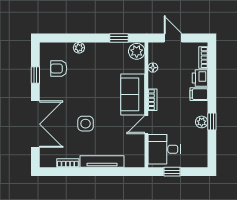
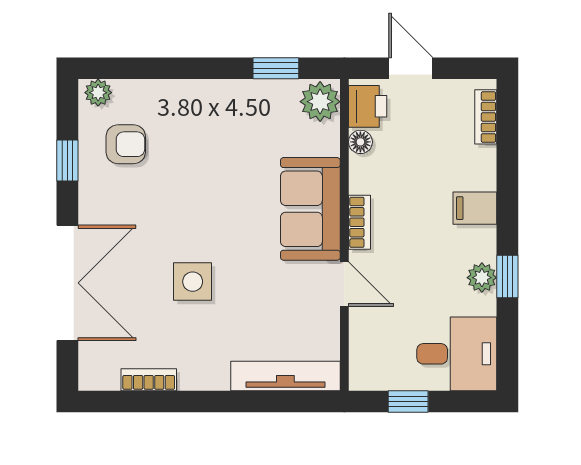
plant: (79, 48) -> (98, 93), moved
armchair: (59, 68) -> (126, 144), turned 180
printer: (200, 78) -> (368, 106), moved, turned 180
door: (146, 125) -> (344, 284), swing flipped
desk: (164, 149) -> (457, 354), moved, turned 180
tv unit: (102, 161) -> (285, 376), moved

